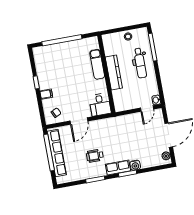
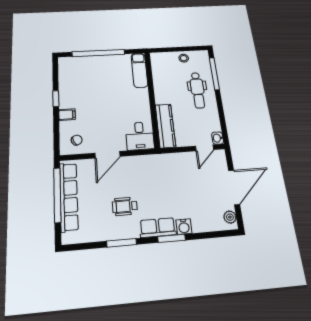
exam couch: (97, 64) -> (139, 70), moved
kitchen counter: (114, 73) -> (165, 126), moved

